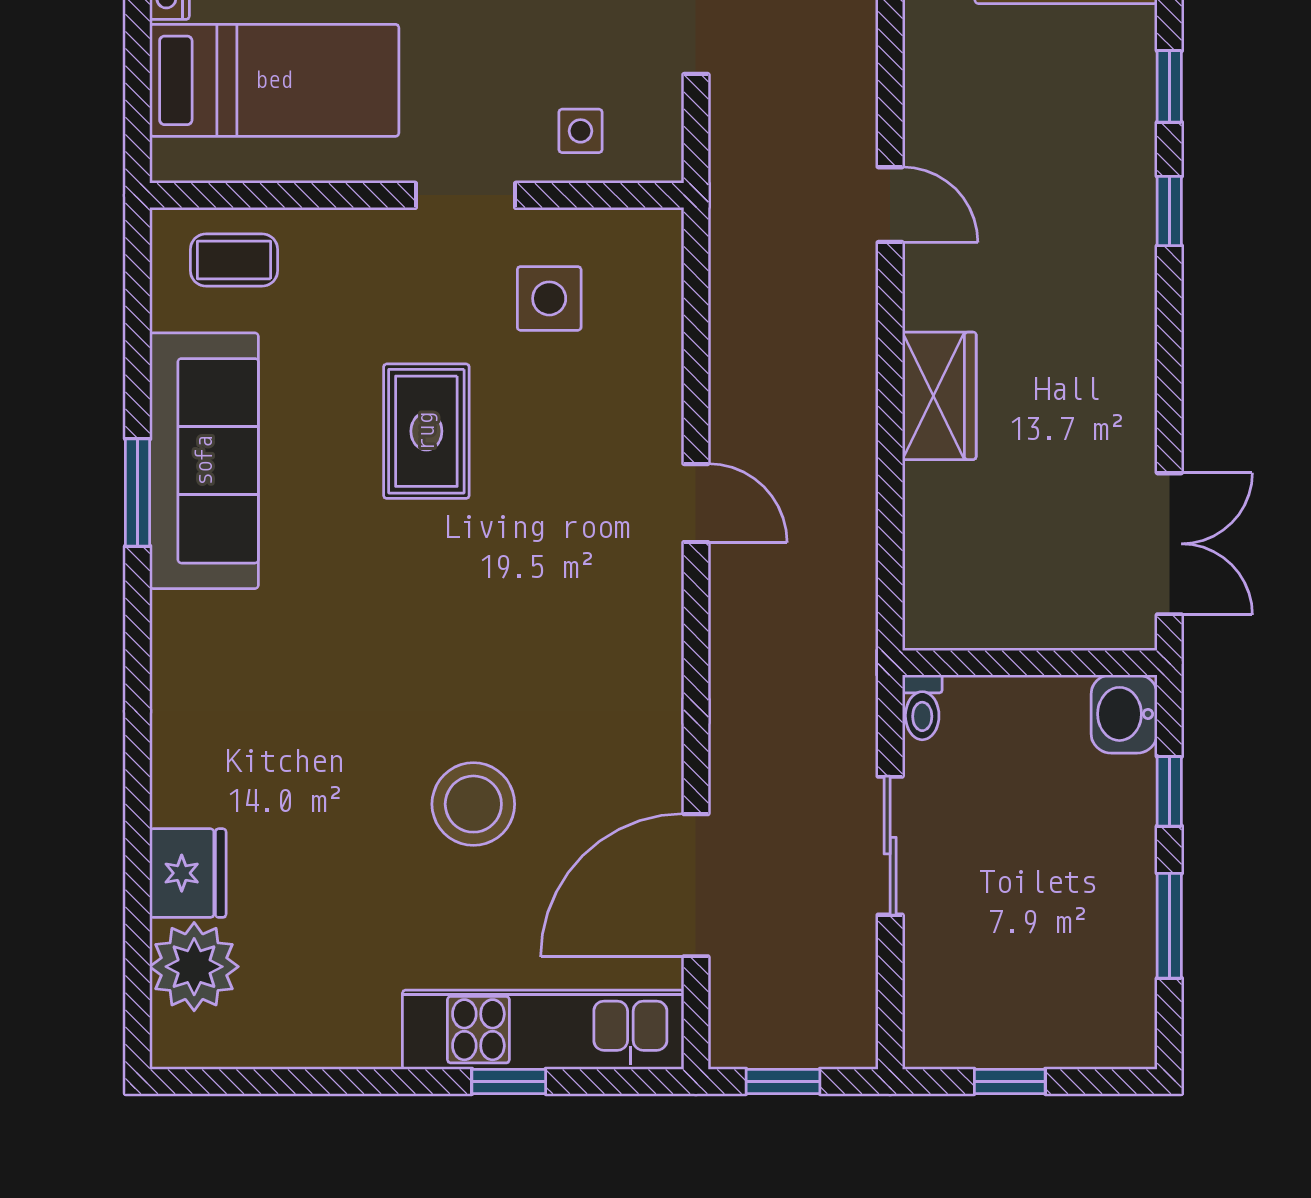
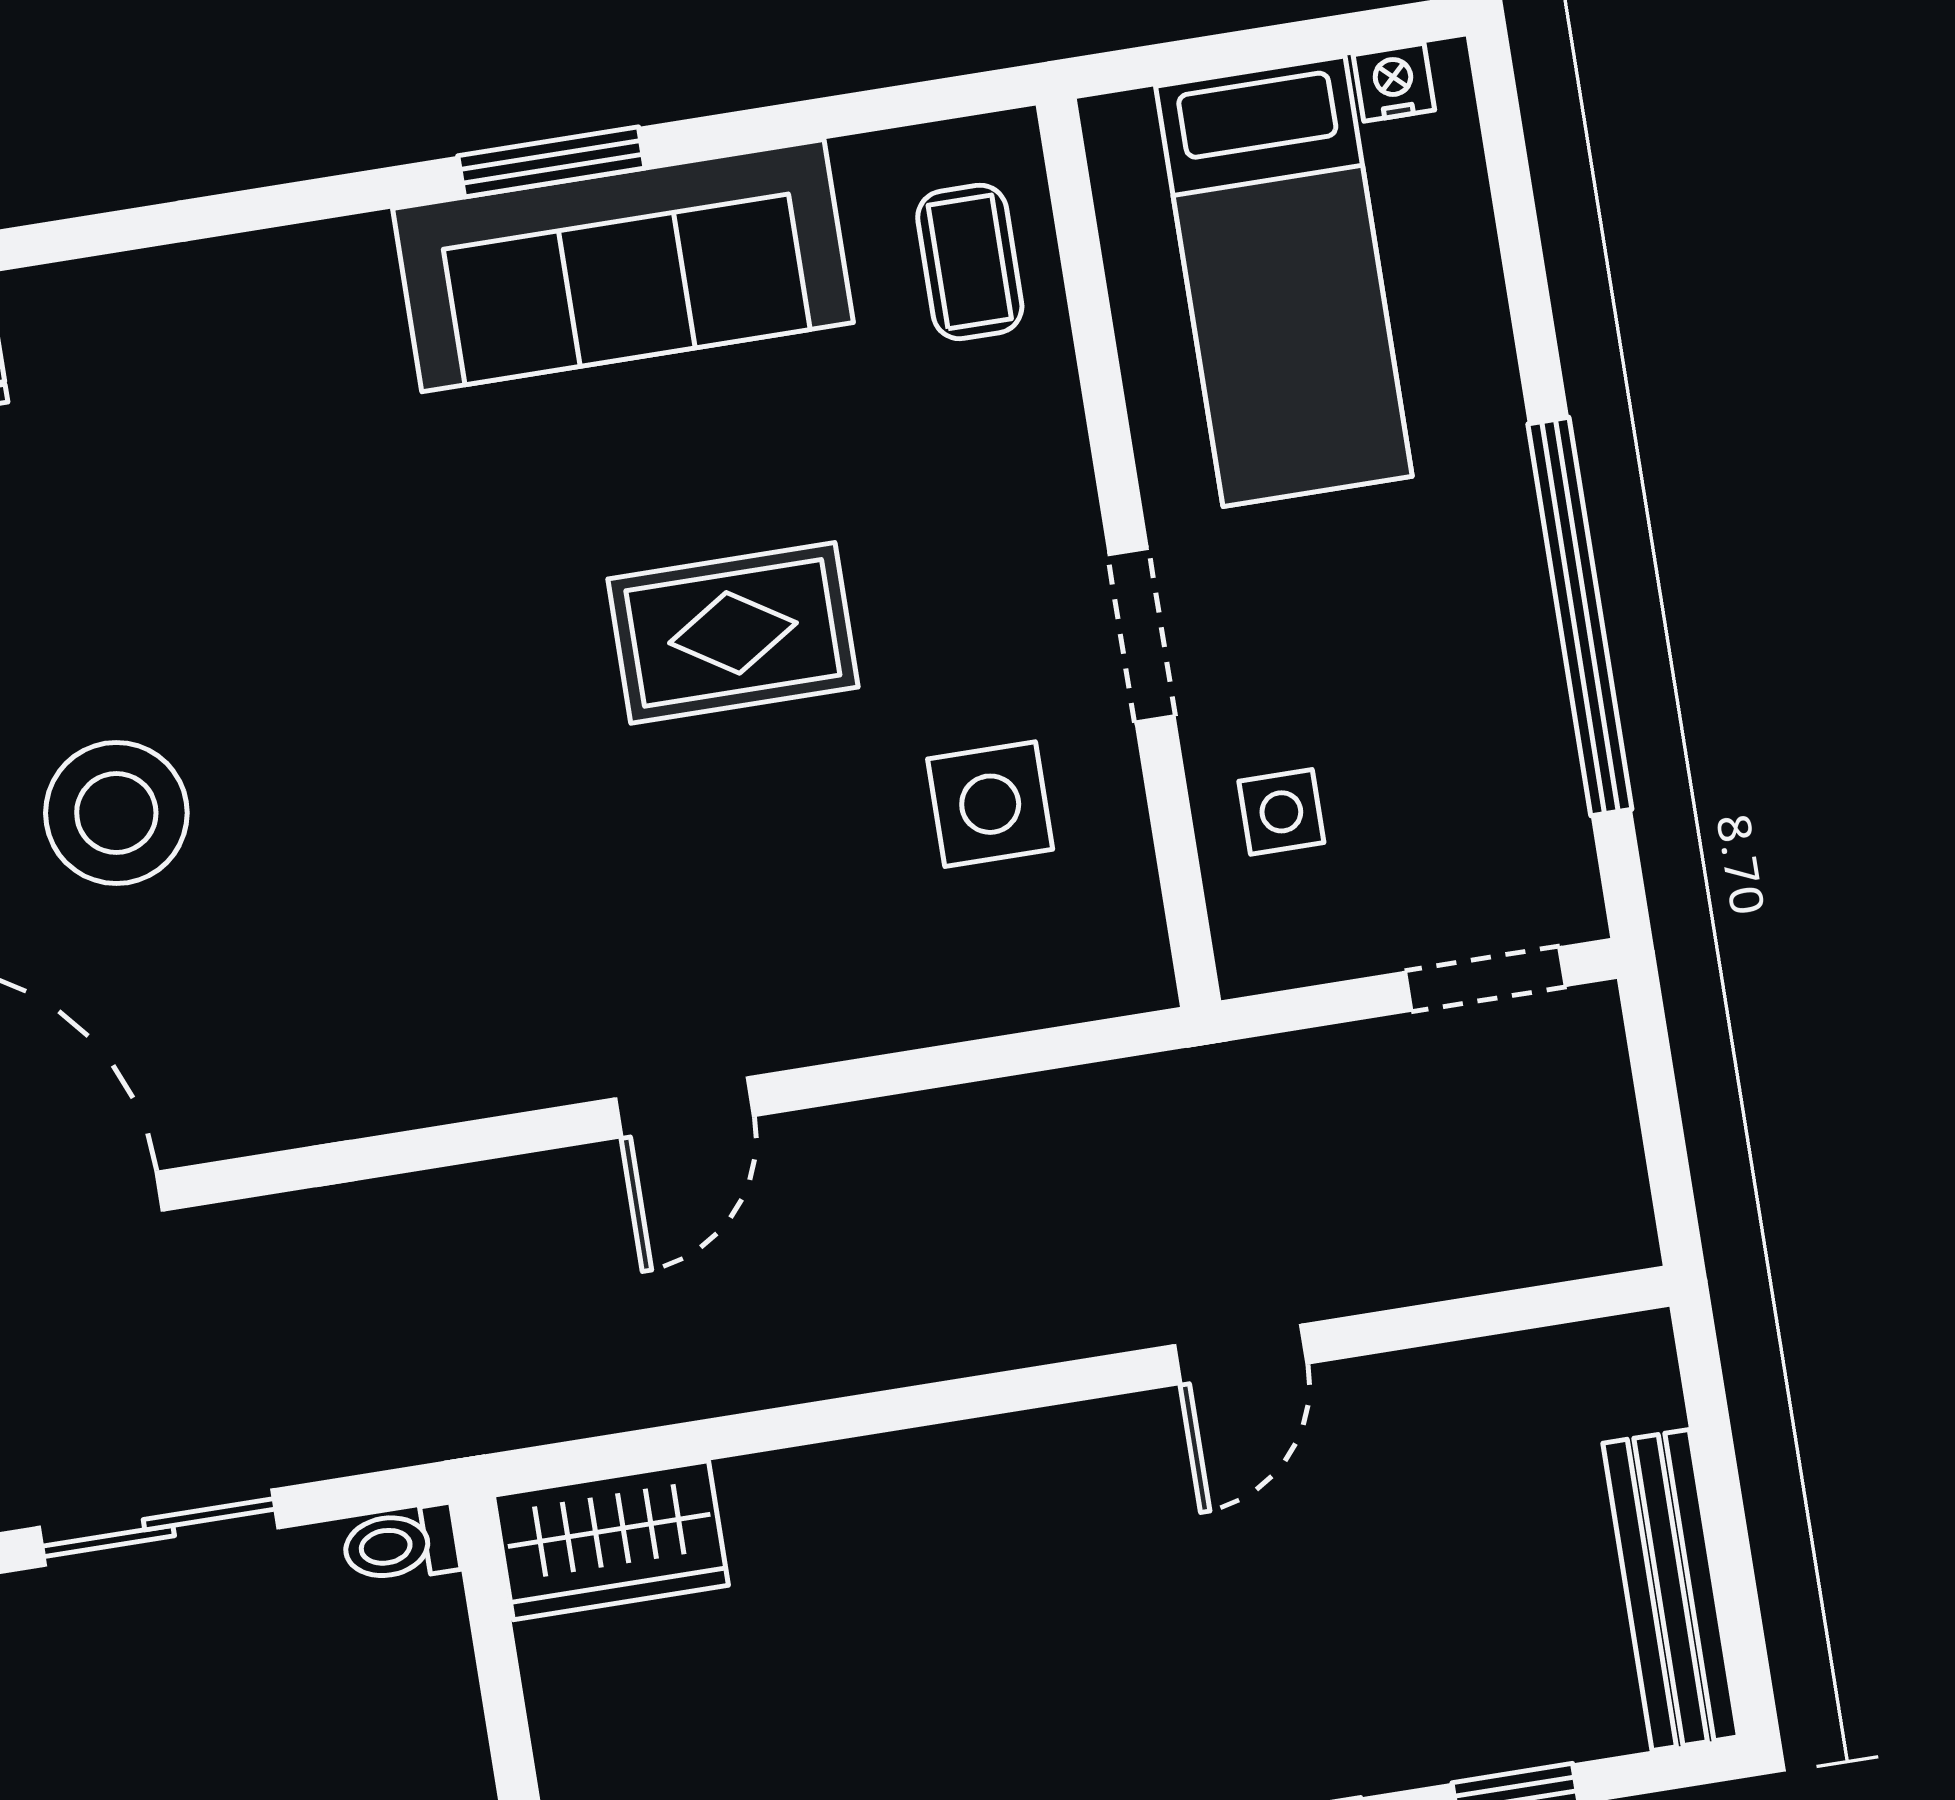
wardrobe: (939, 396) -> (611, 1540), moved

